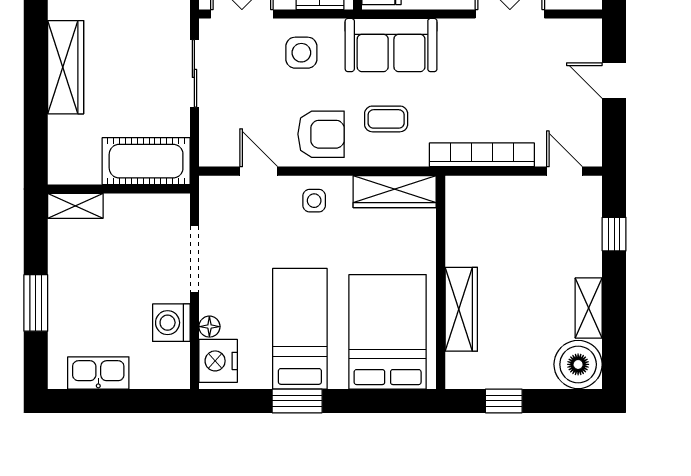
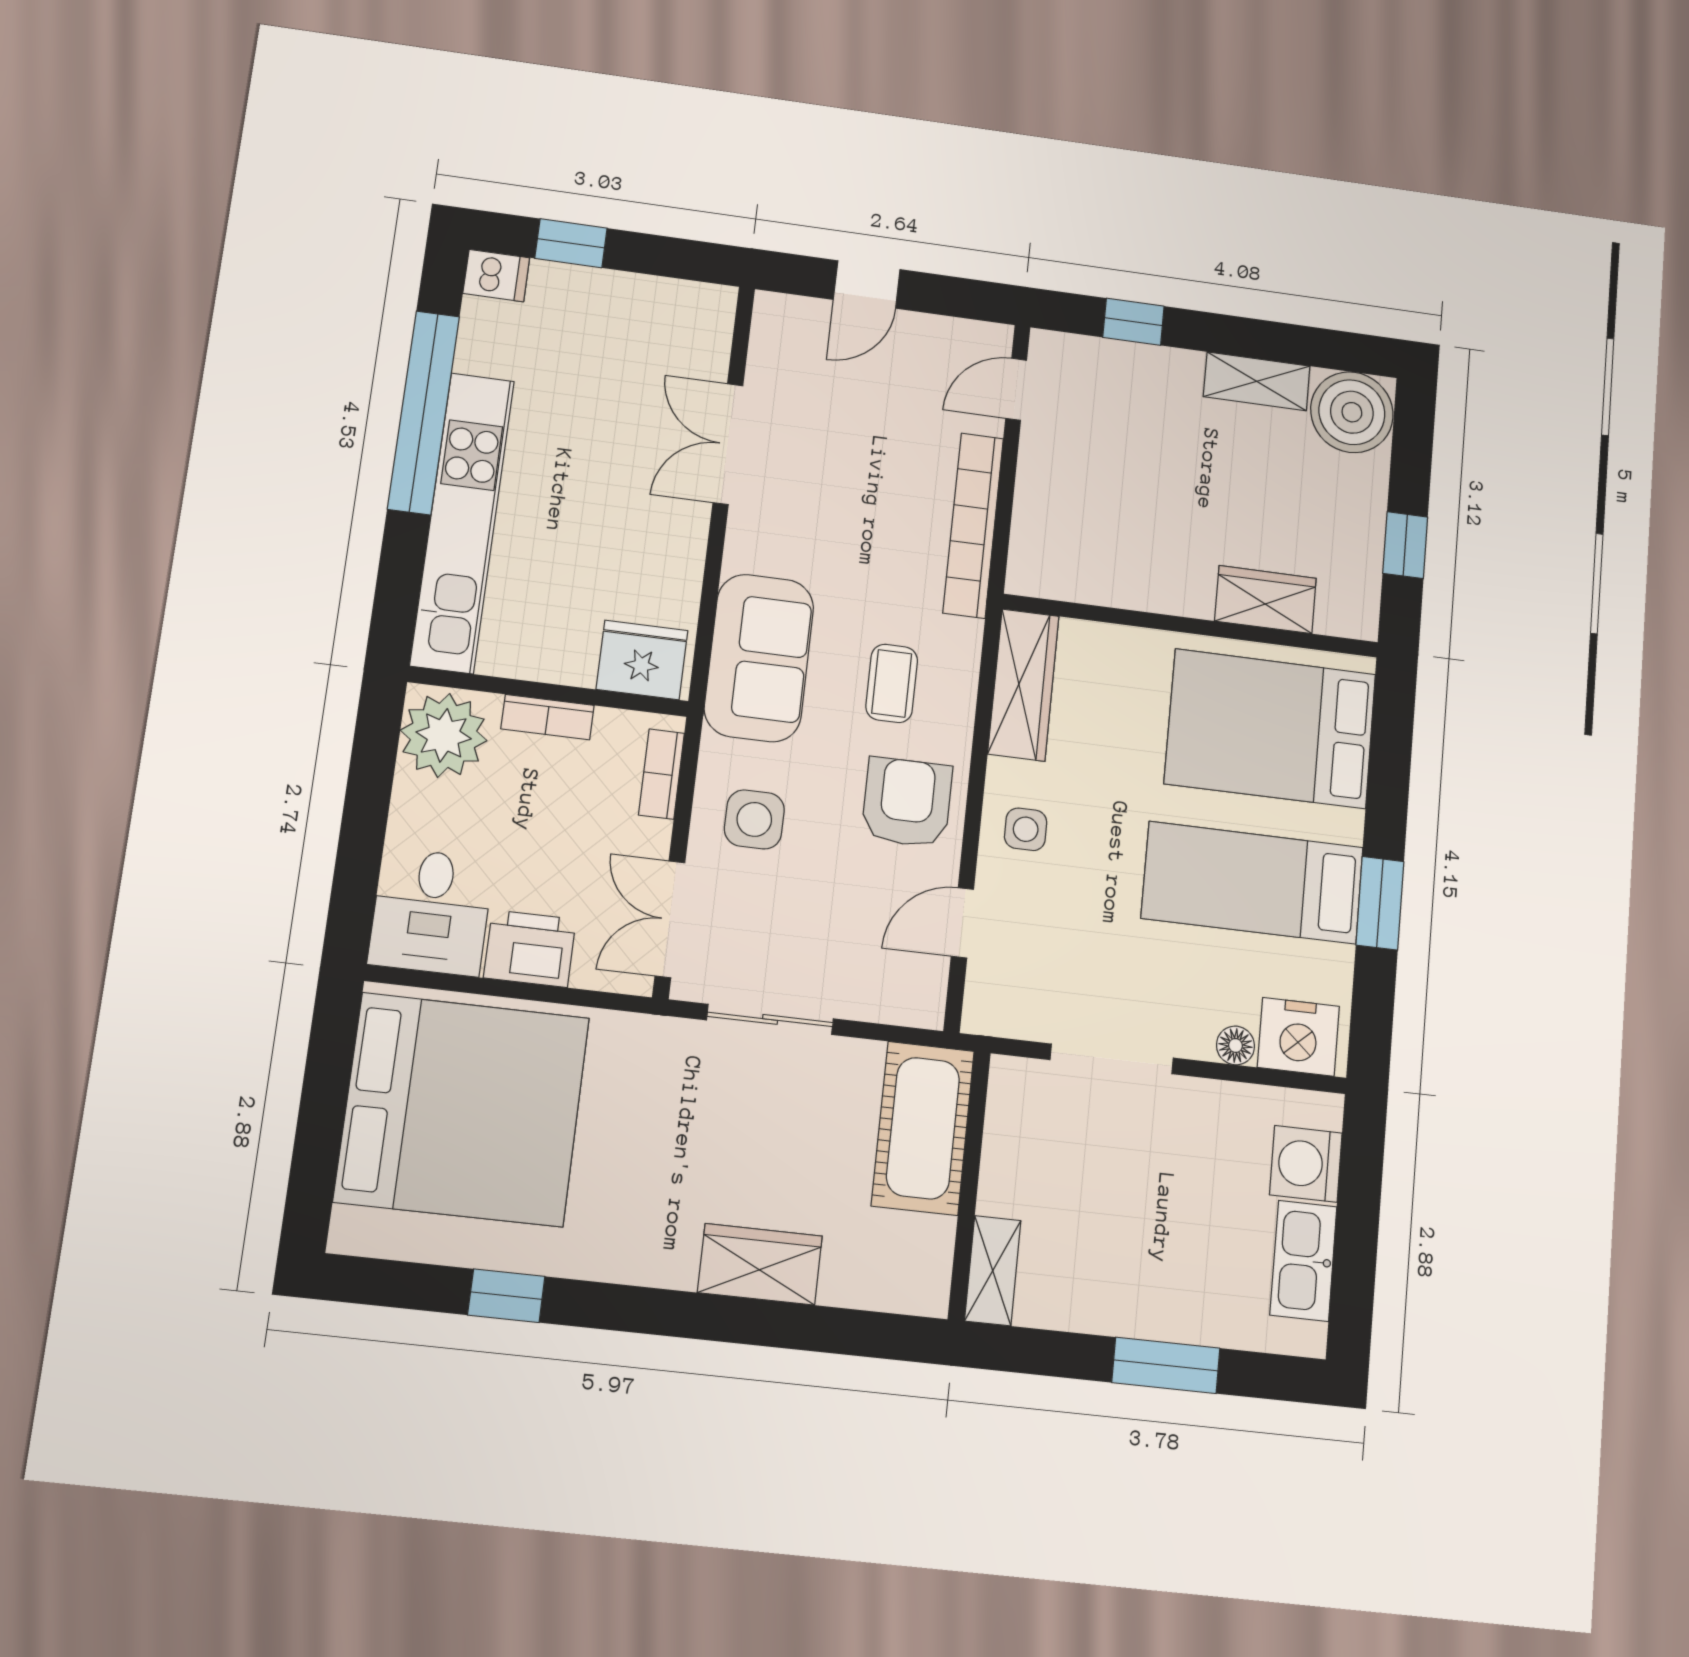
wardrobe: (66, 67) -> (760, 1264), width x0.67
wardrobe: (461, 309) -> (1265, 600), width x0.67
washing machine: (171, 323) -> (1306, 1164), moved, turned 90

